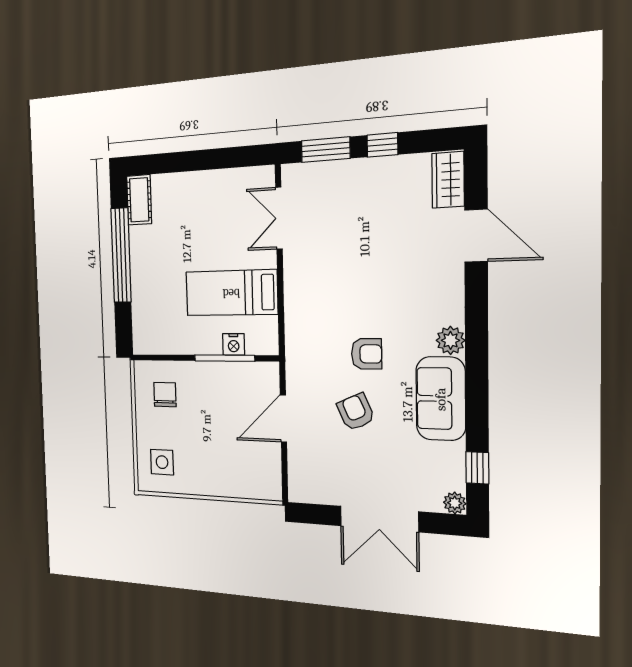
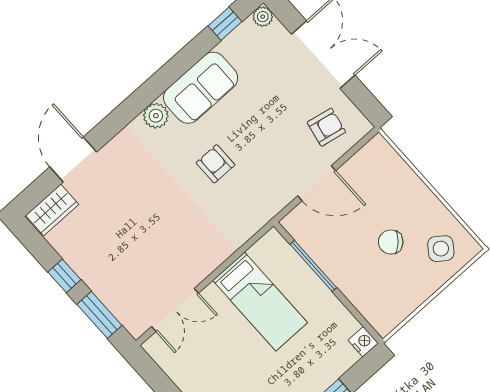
nightstand: (234, 344) -> (363, 342), moved
chair: (165, 395) -> (391, 242), moved, turned 43
armchair: (356, 412) -> (326, 127), moved, turned -145
side table: (162, 462) -> (441, 249), turned 36

